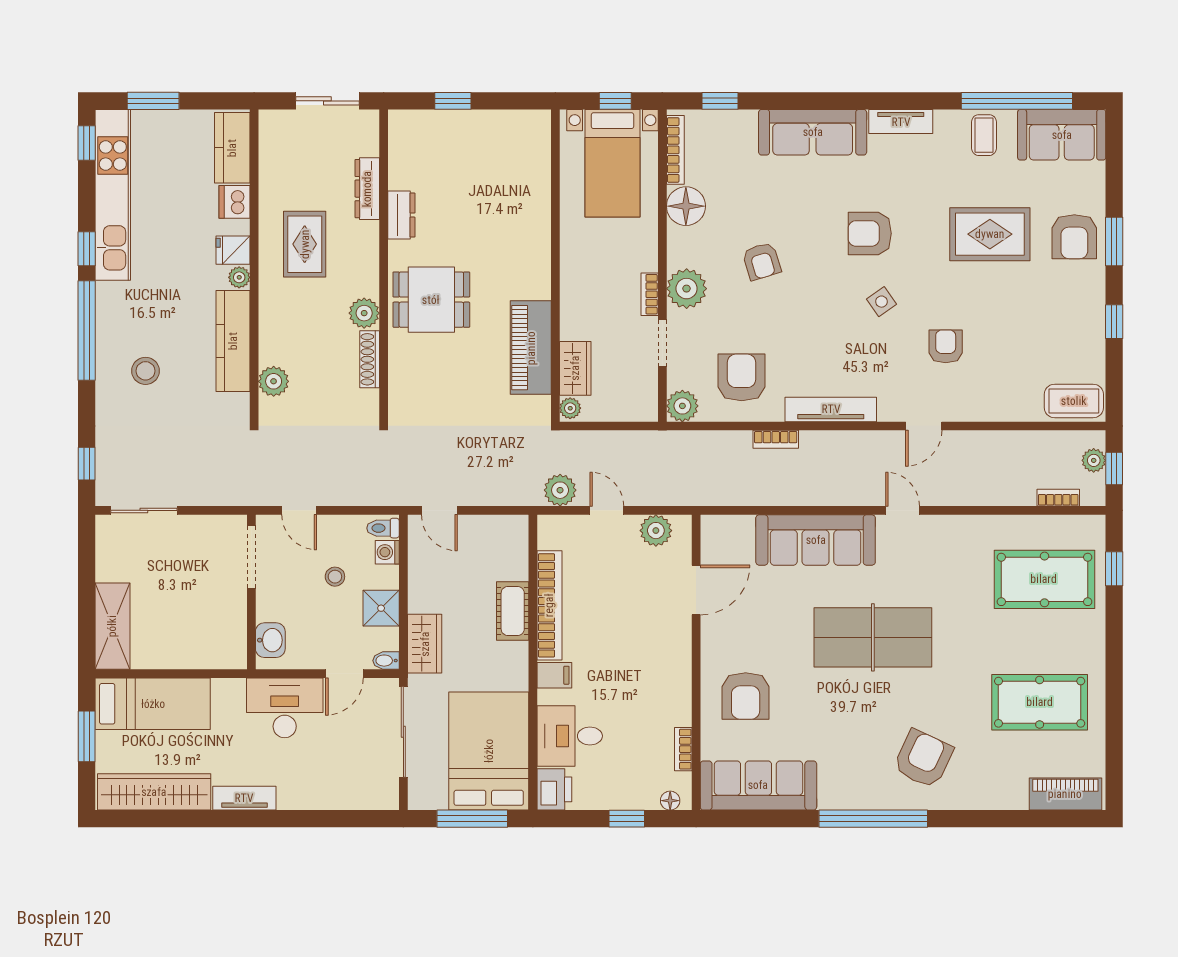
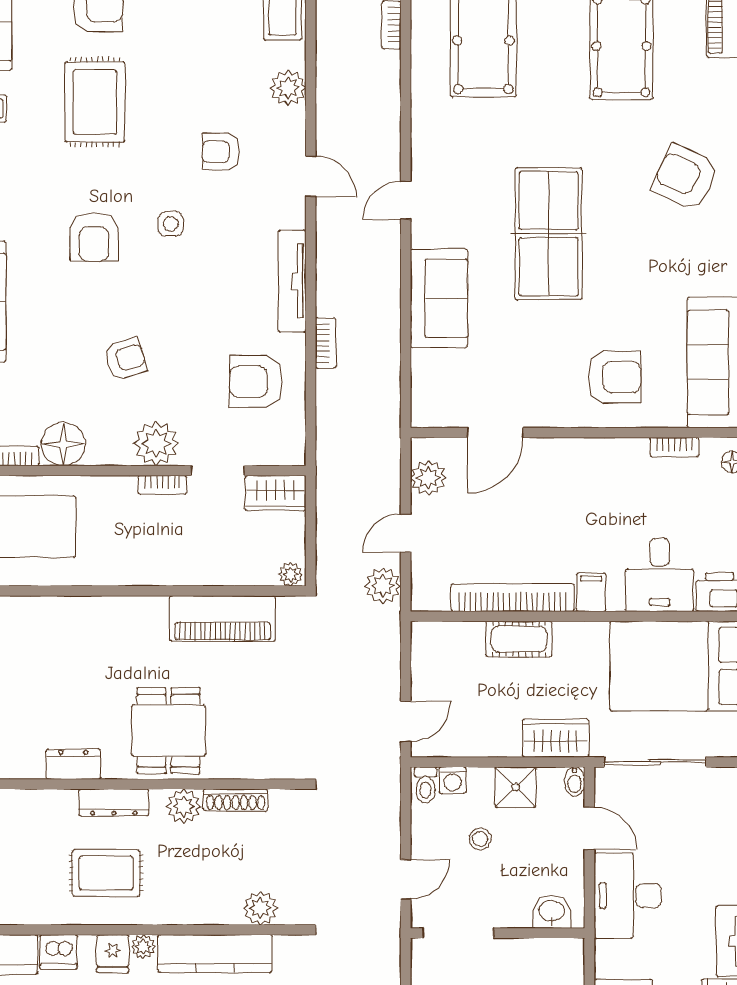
dresser: (367, 189) -> (114, 803), moved
side table: (882, 302) -> (171, 224), turned 35
wardrobe: (575, 368) -> (276, 493), moved, turned 180
plant: (682, 406) -> (288, 88), moved
sofa: (816, 540) -> (439, 298), width x0.73
door: (696, 590) -> (495, 433), swing flipped

